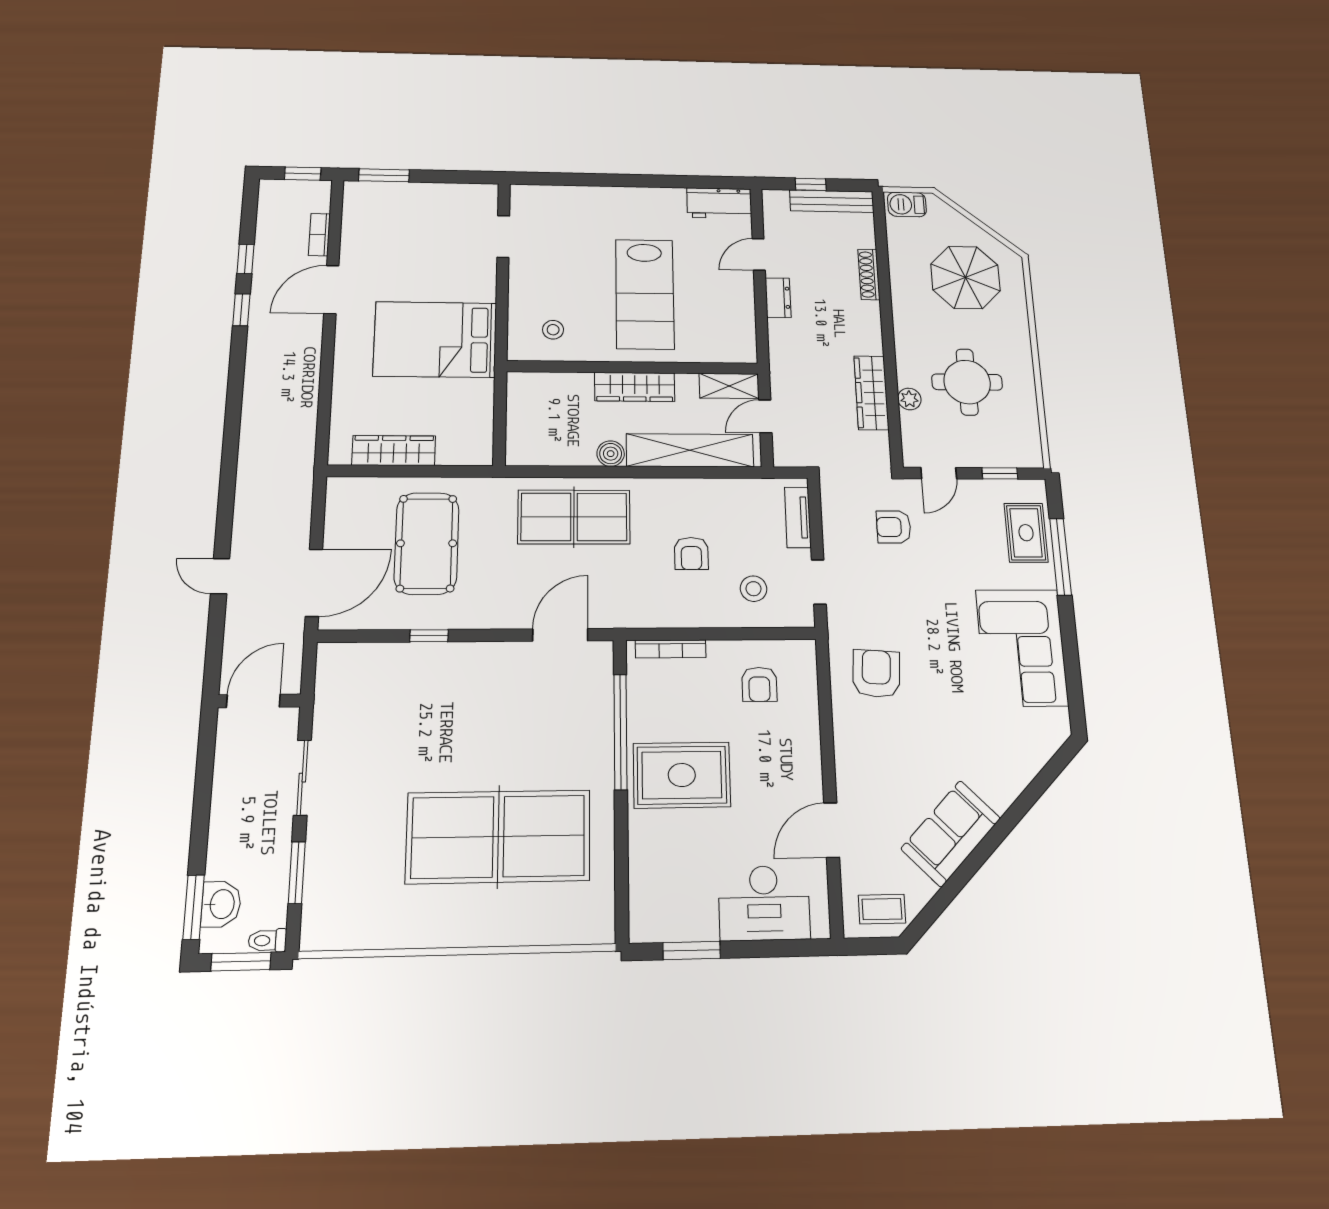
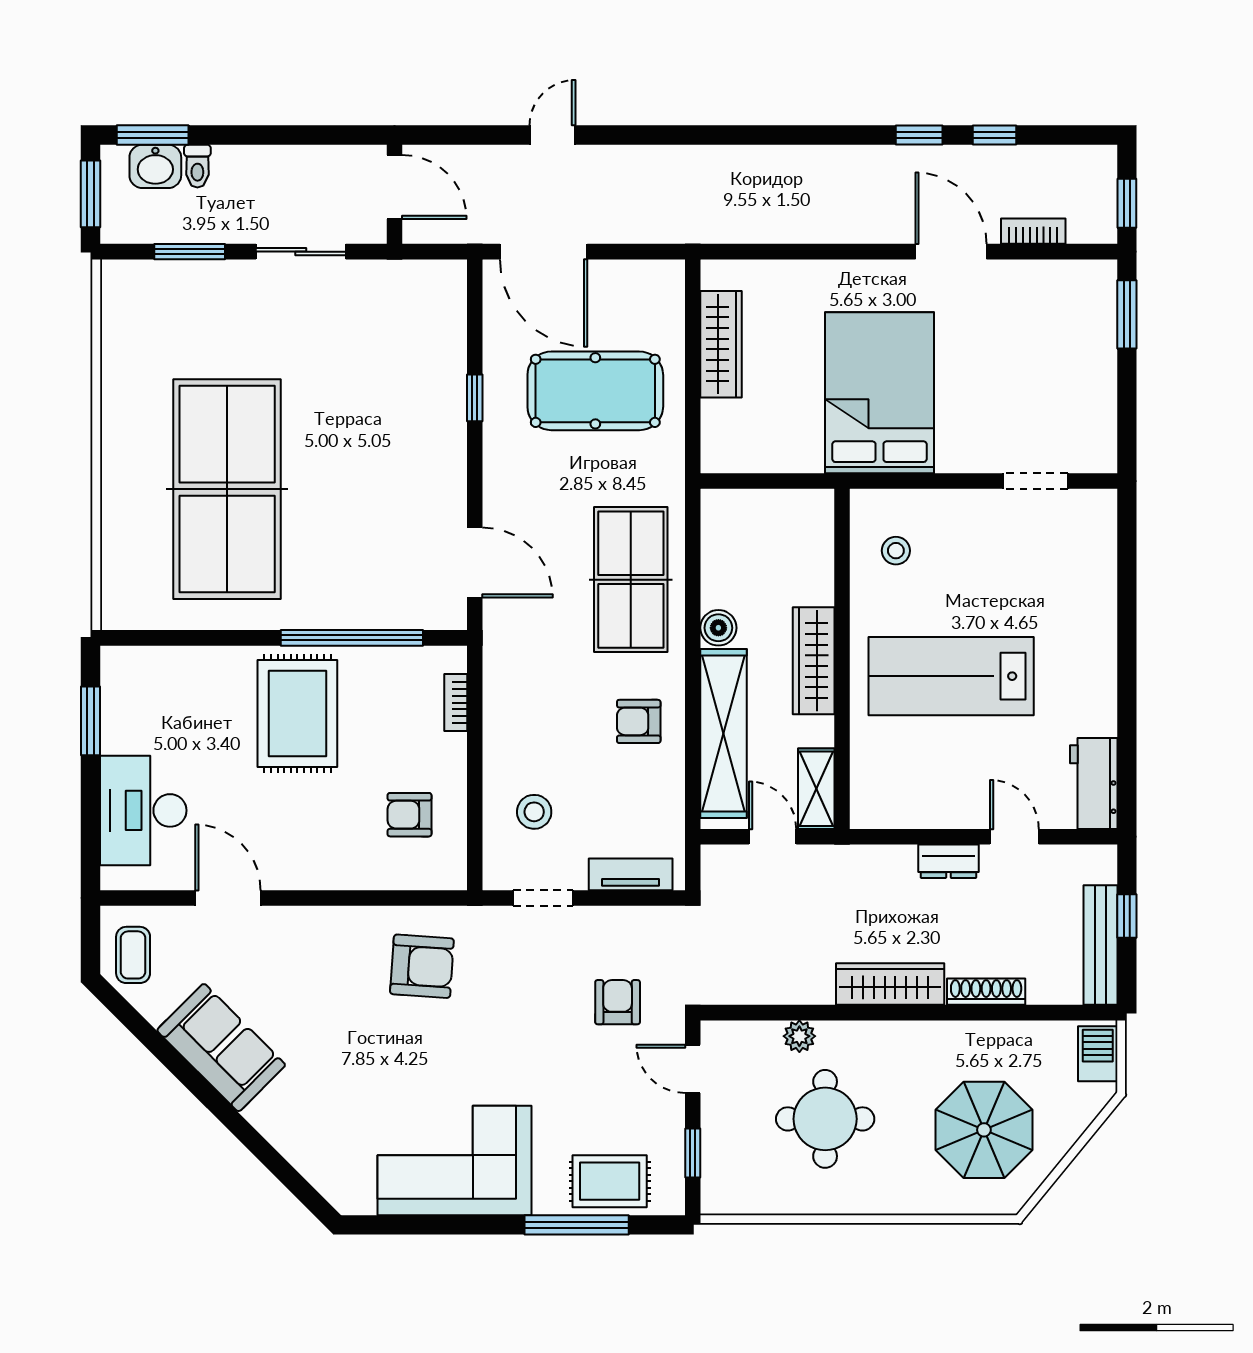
wardrobe: (871, 393) -> (890, 984), moved
armchair: (691, 554) -> (639, 721), moved
bookcase: (671, 649) -> (456, 703), width x0.64
toilet: (267, 941) -> (197, 166), moved, turned 180

